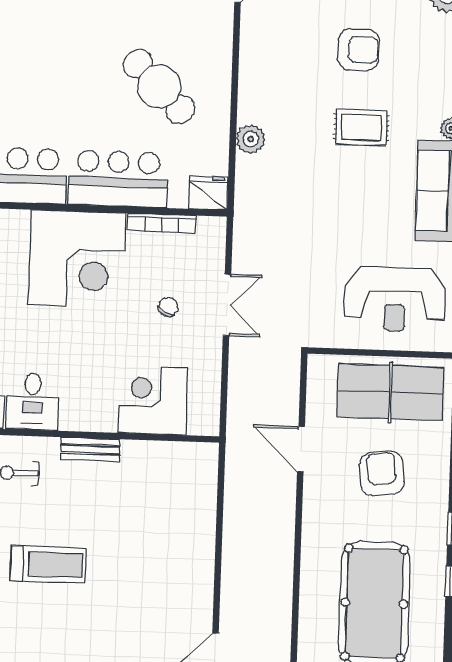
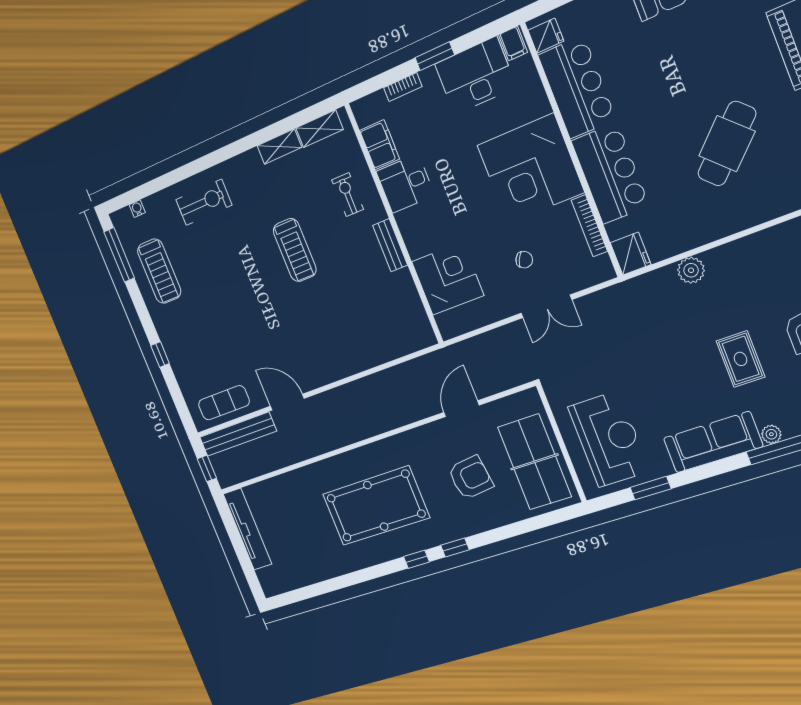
cafe table: (159, 87) -> (727, 144), moved
reception desk: (395, 299) -> (609, 439), turned 180

